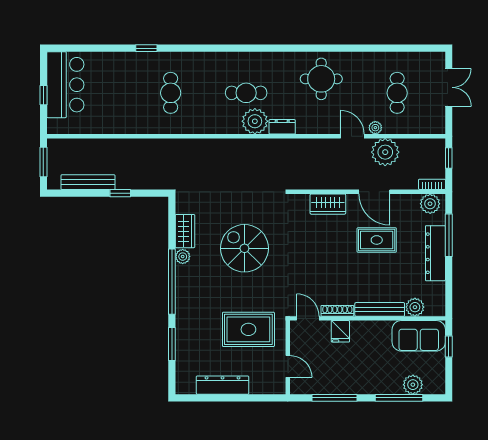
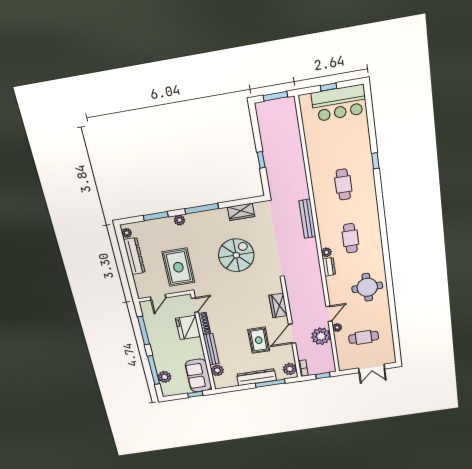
cafe table: (171, 93) -> (343, 184), turned 90
plant: (255, 121) -> (326, 252), width x0.53, depth x0.53
bench: (88, 182) -> (307, 219), moved
plant: (183, 257) -> (180, 220), moved
window: (172, 282) -> (202, 209), width x0.68
fridge: (340, 331) -> (188, 328), width x1.88, depth x1.34
plant: (188, 388) -> (127, 233), added

